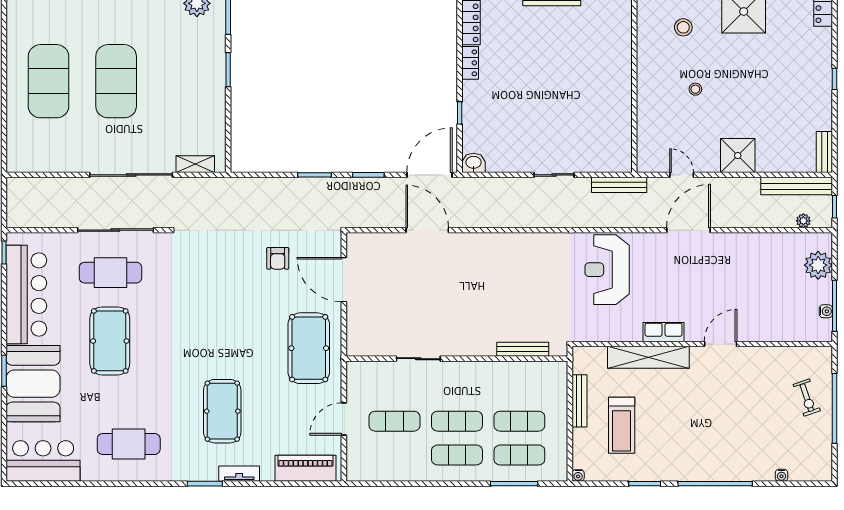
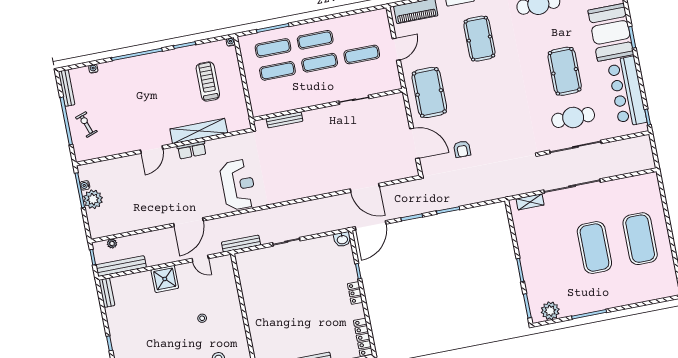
locker: (470, 63) -> (355, 293), moved
armchair: (278, 258) -> (462, 149), turned 180
plant: (818, 265) -> (93, 199), moved
bench: (579, 401) -> (67, 88), moved

